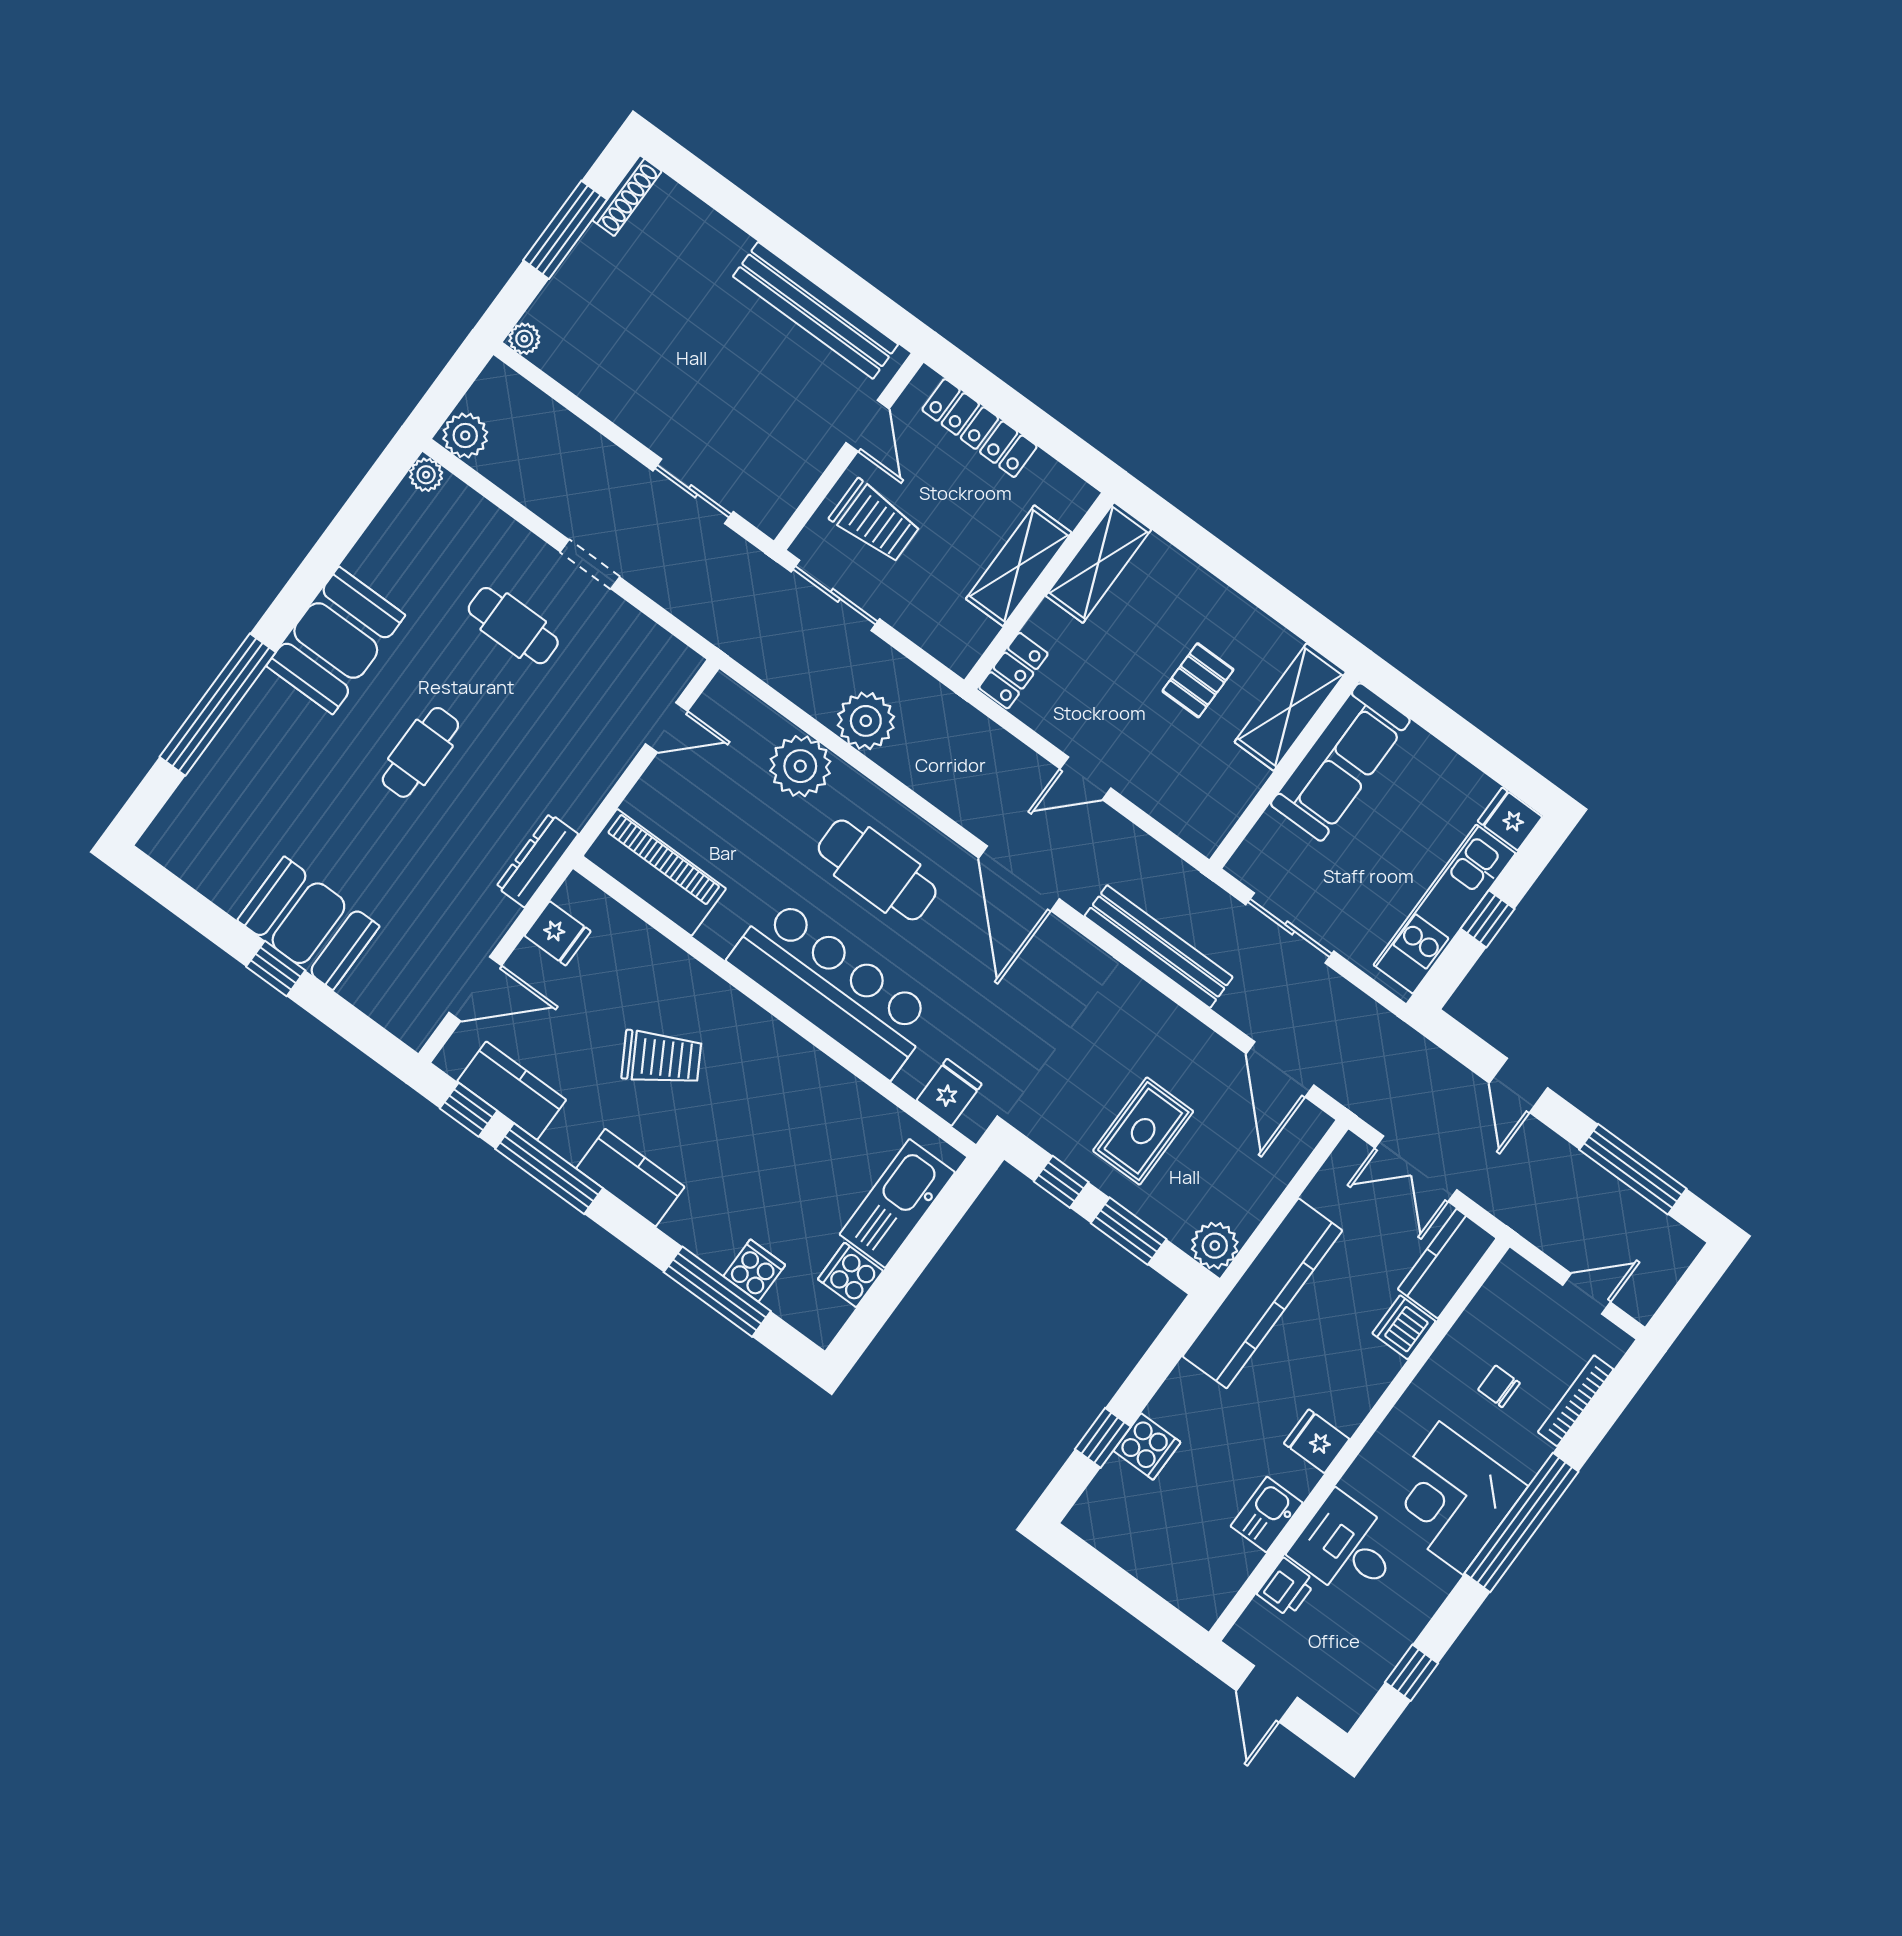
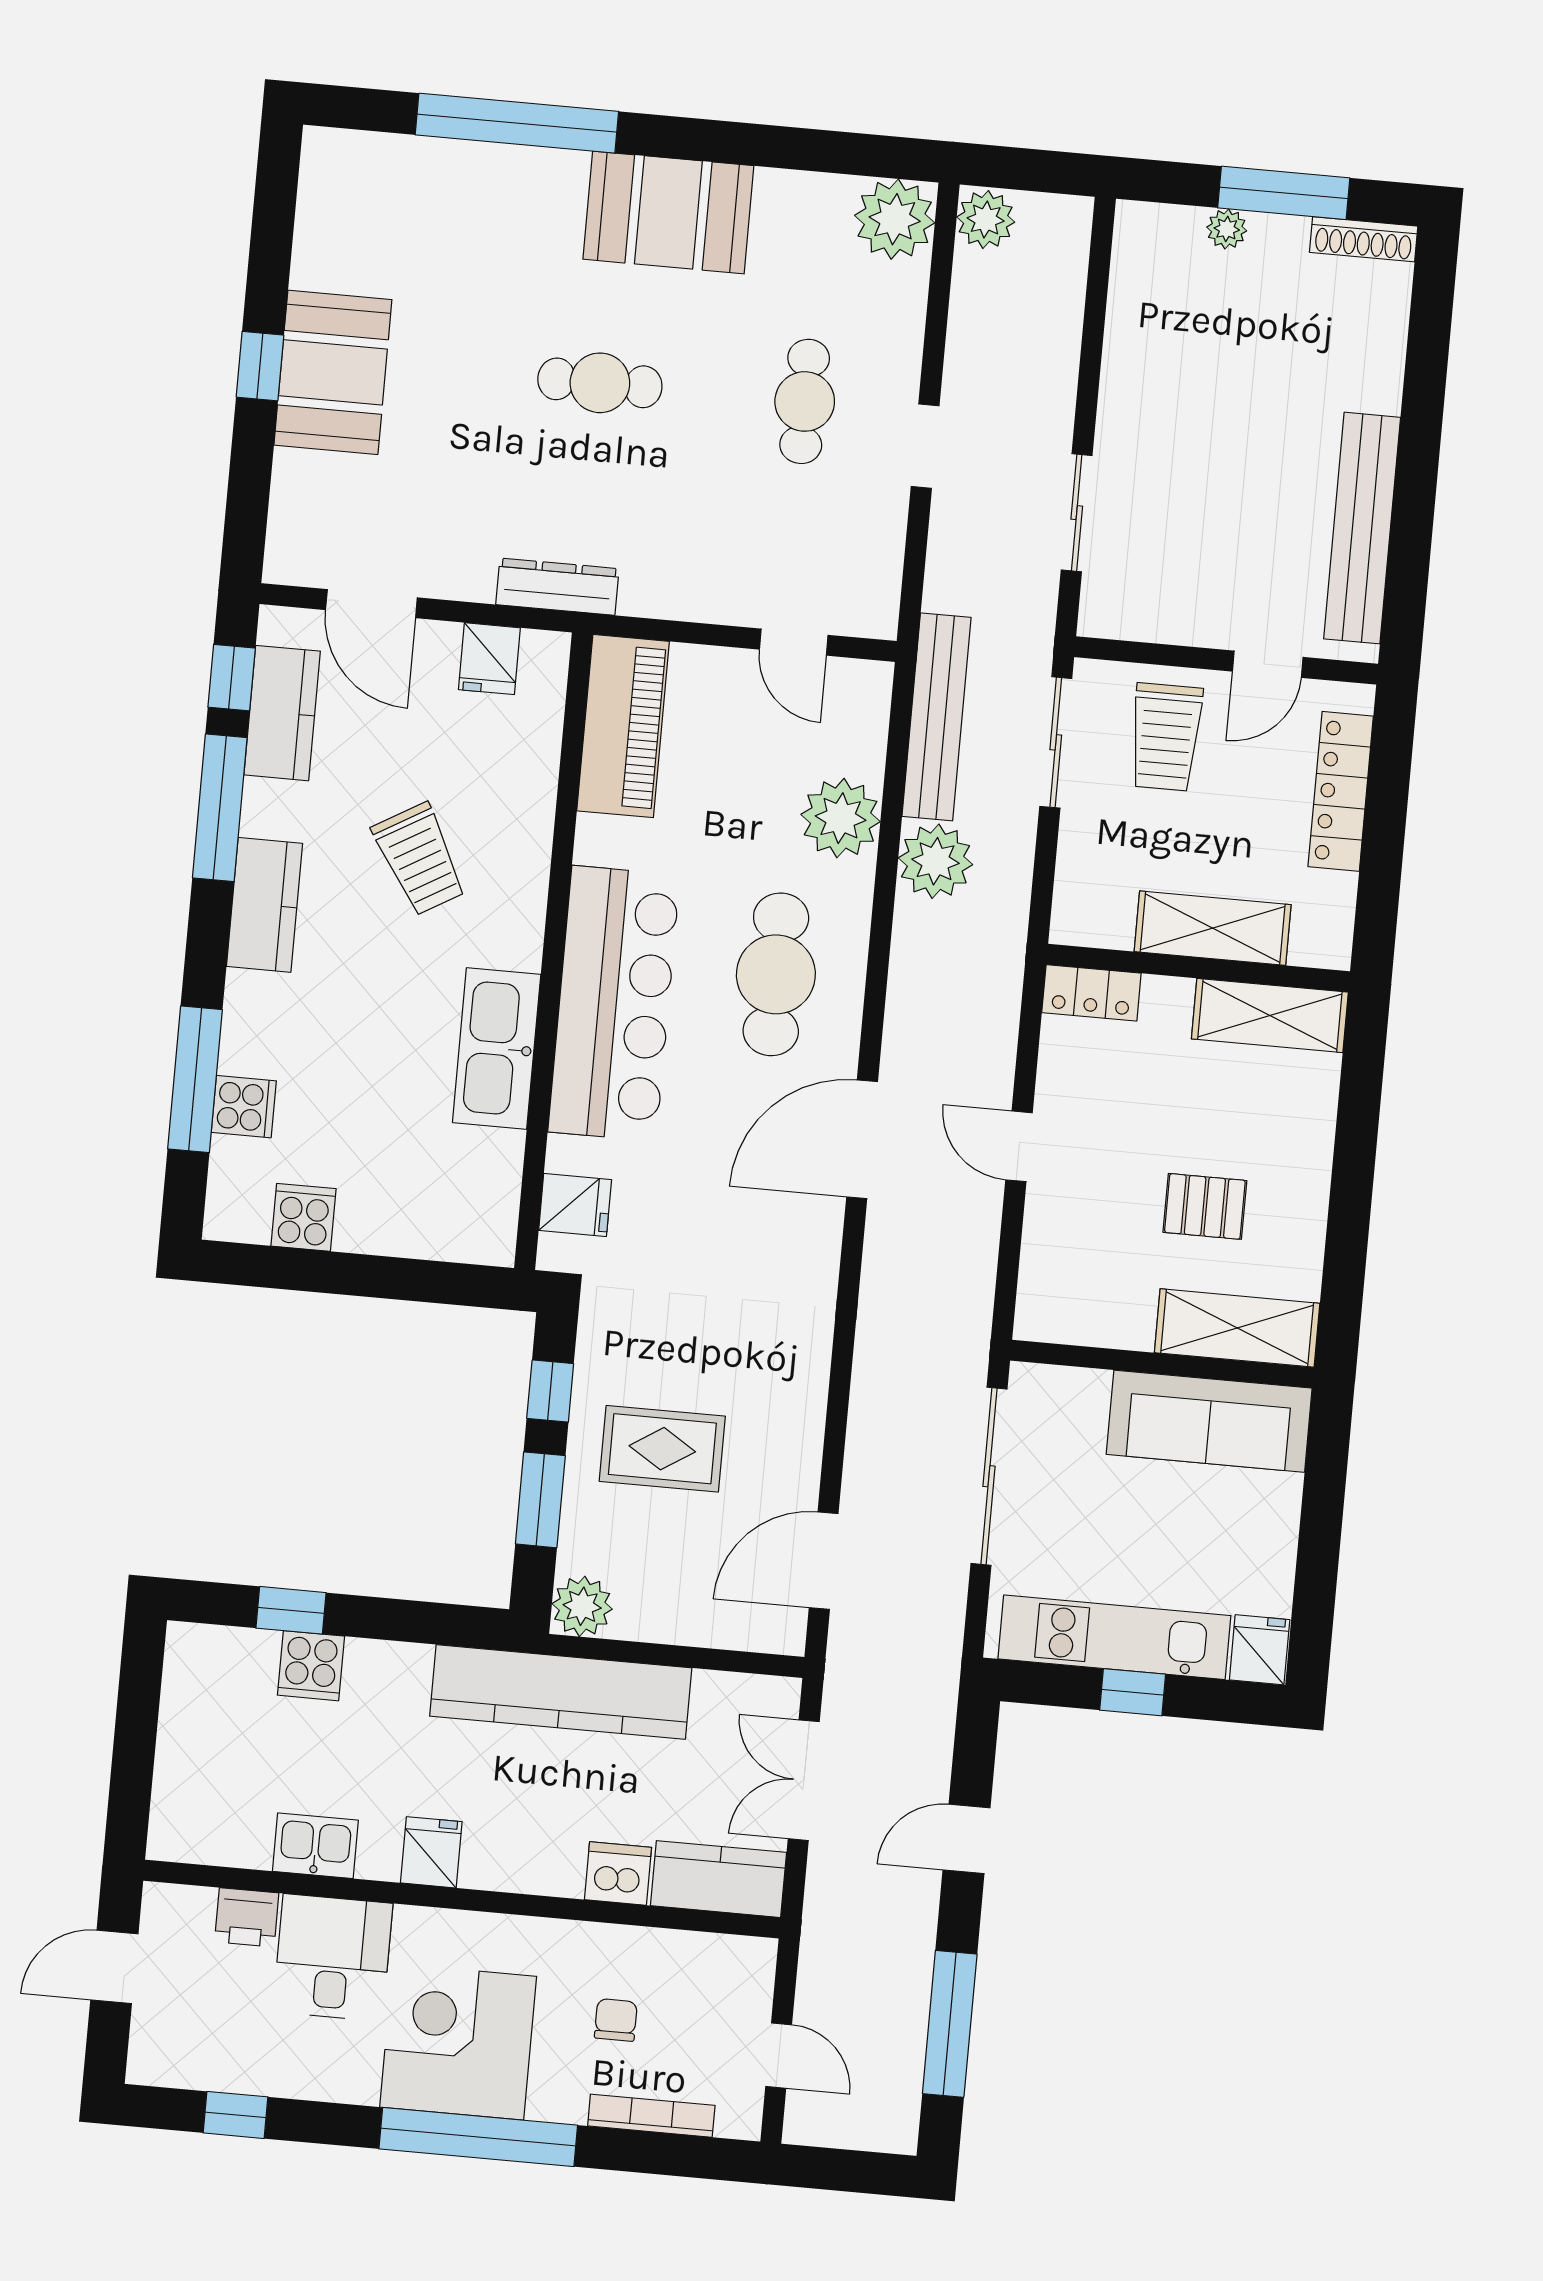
plant: (524, 339) -> (1227, 229), moved
plant: (426, 475) -> (895, 219), width x1.87, depth x1.87
sliding door: (1290, 928) -> (989, 1476), width x1.37
bench: (1159, 947) -> (937, 717), moved
kitchen sink: (897, 1203) -> (497, 1048), moved, turned -90

